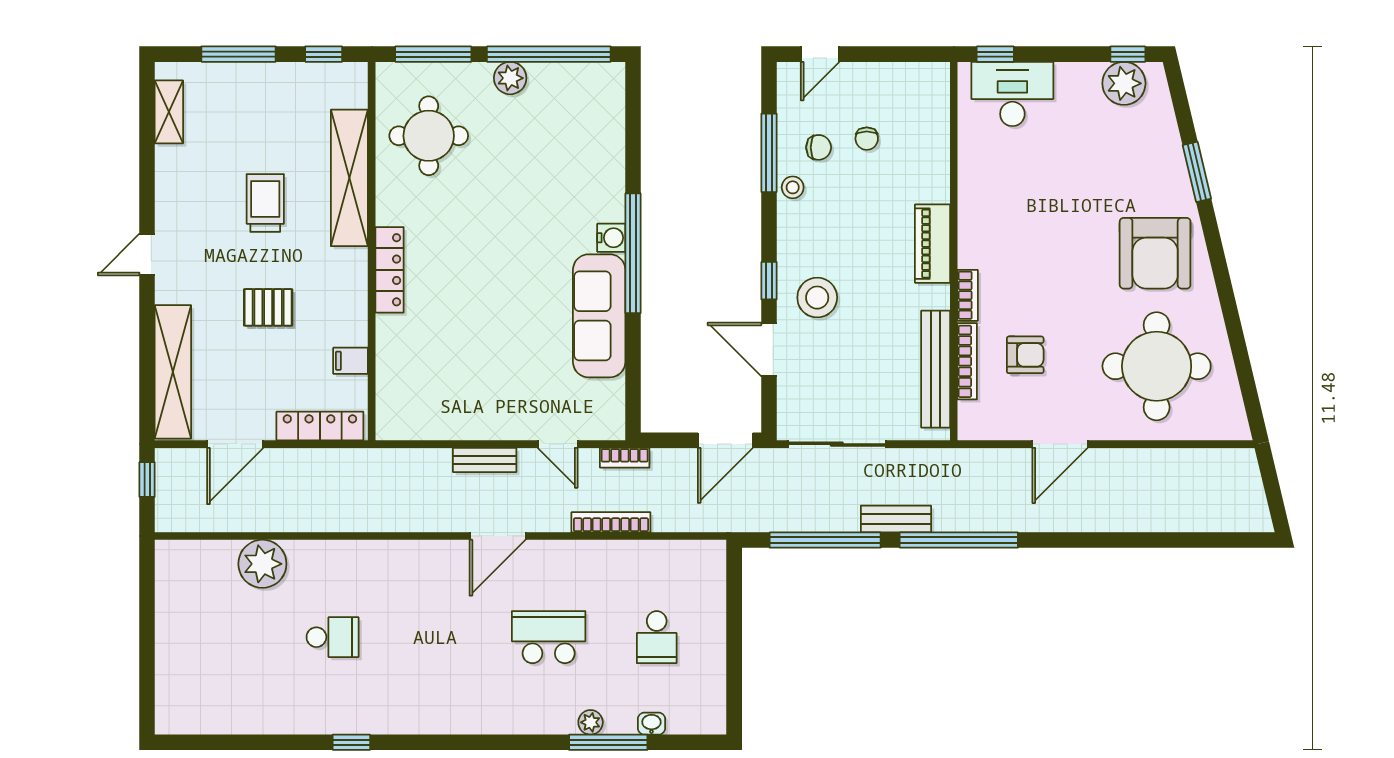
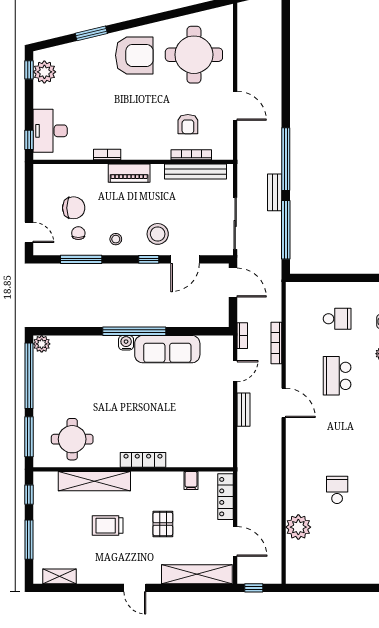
plant: (510, 78) -> (42, 344), moved
chair: (867, 139) -> (74, 208), width x1.87, depth x1.87
stool: (793, 187) -> (116, 239), moved
bookcase: (968, 295) -> (107, 154), moved
armchair: (1025, 355) -> (188, 124), turned 180

